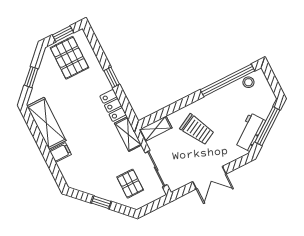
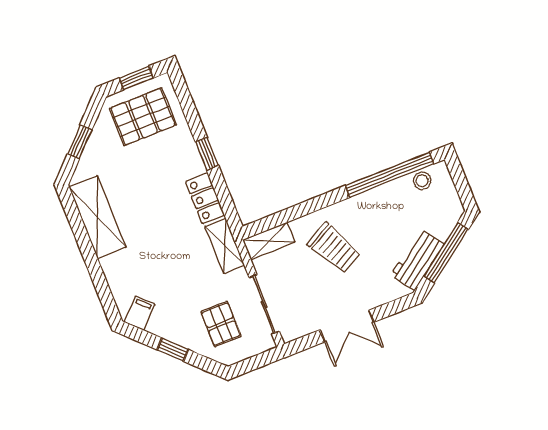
pallet: (69, 58) -> (143, 117), turned 90
filing cabinet: (60, 153) -> (140, 313), moved, turned -45

